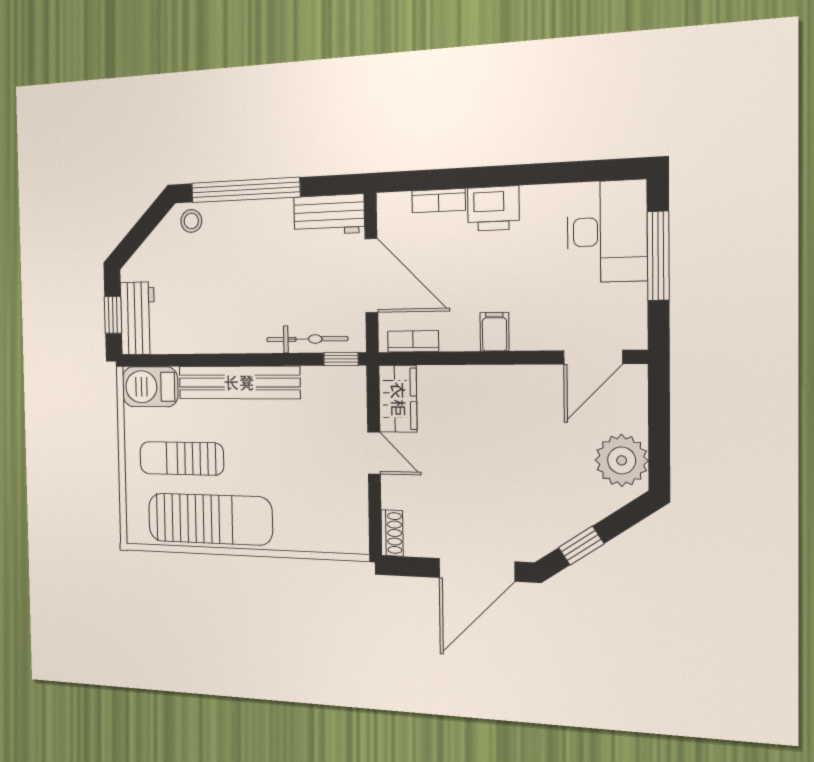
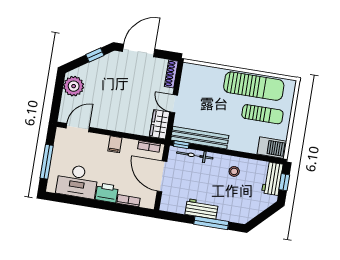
window: (245, 190) -> (211, 223), width x0.68
workbench: (329, 215) -> (202, 209), moved
stool: (191, 221) -> (234, 171), moved
desk: (607, 231) -> (77, 181), moved, turned -90
bench: (239, 383) -> (200, 138), moved
sun lounger: (210, 519) -> (254, 86), turned 180
shoe rack: (392, 533) -> (171, 74), width x1.43

